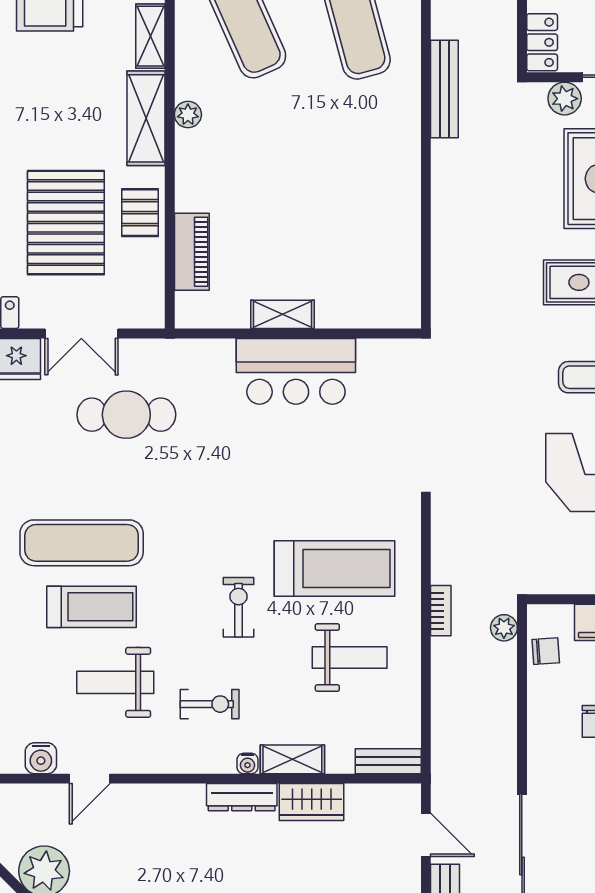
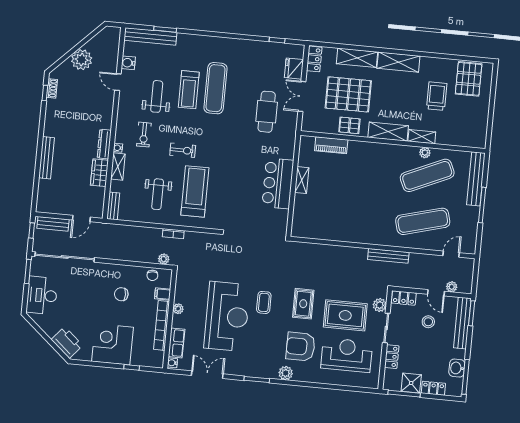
plant: (188, 115) -> (425, 153), moved
treadmill: (335, 569) -> (195, 191), turned 180

